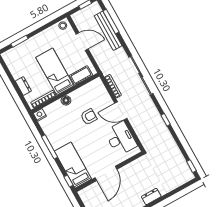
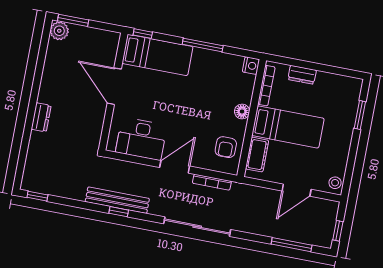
bench: (108, 31) -> (117, 200), moved
armchair: (89, 117) -> (226, 147), moved

